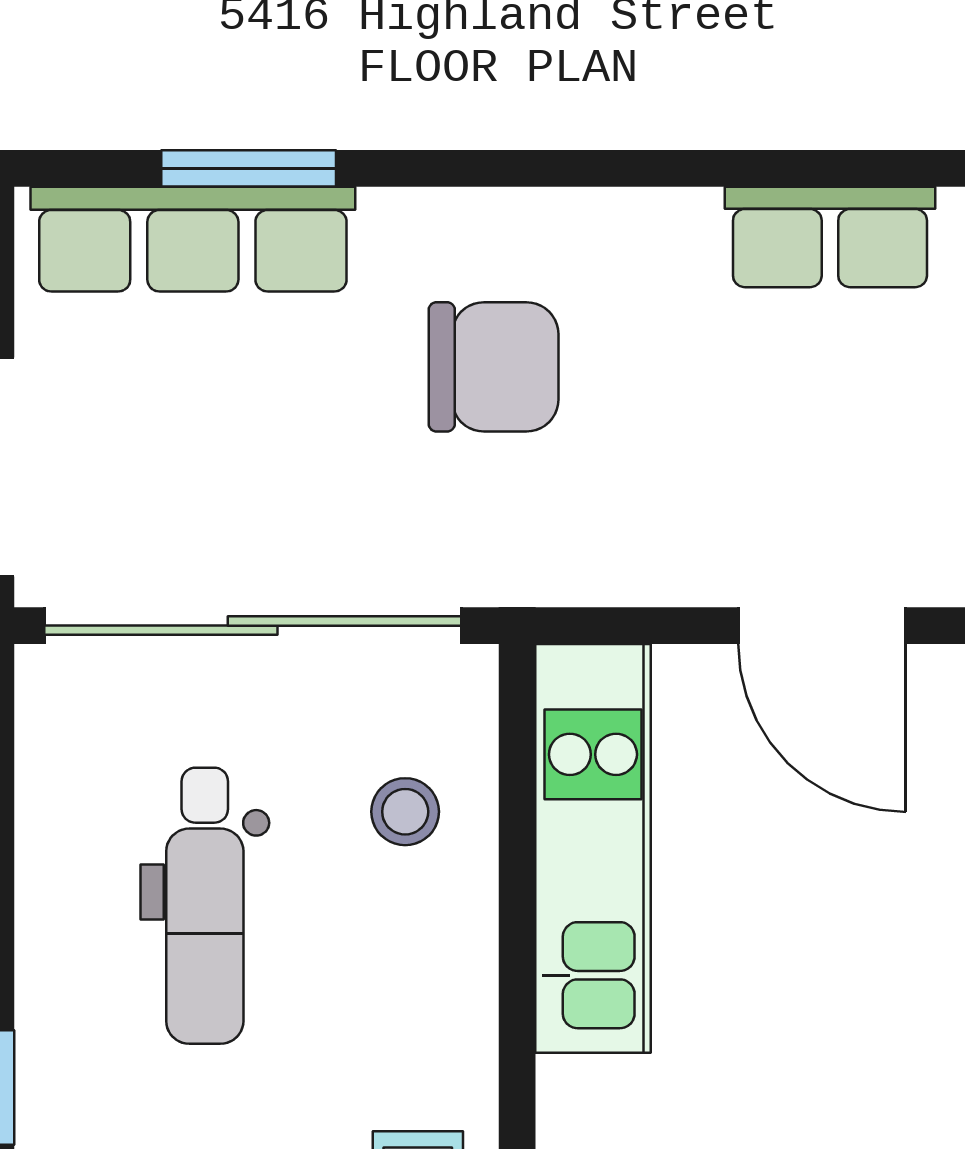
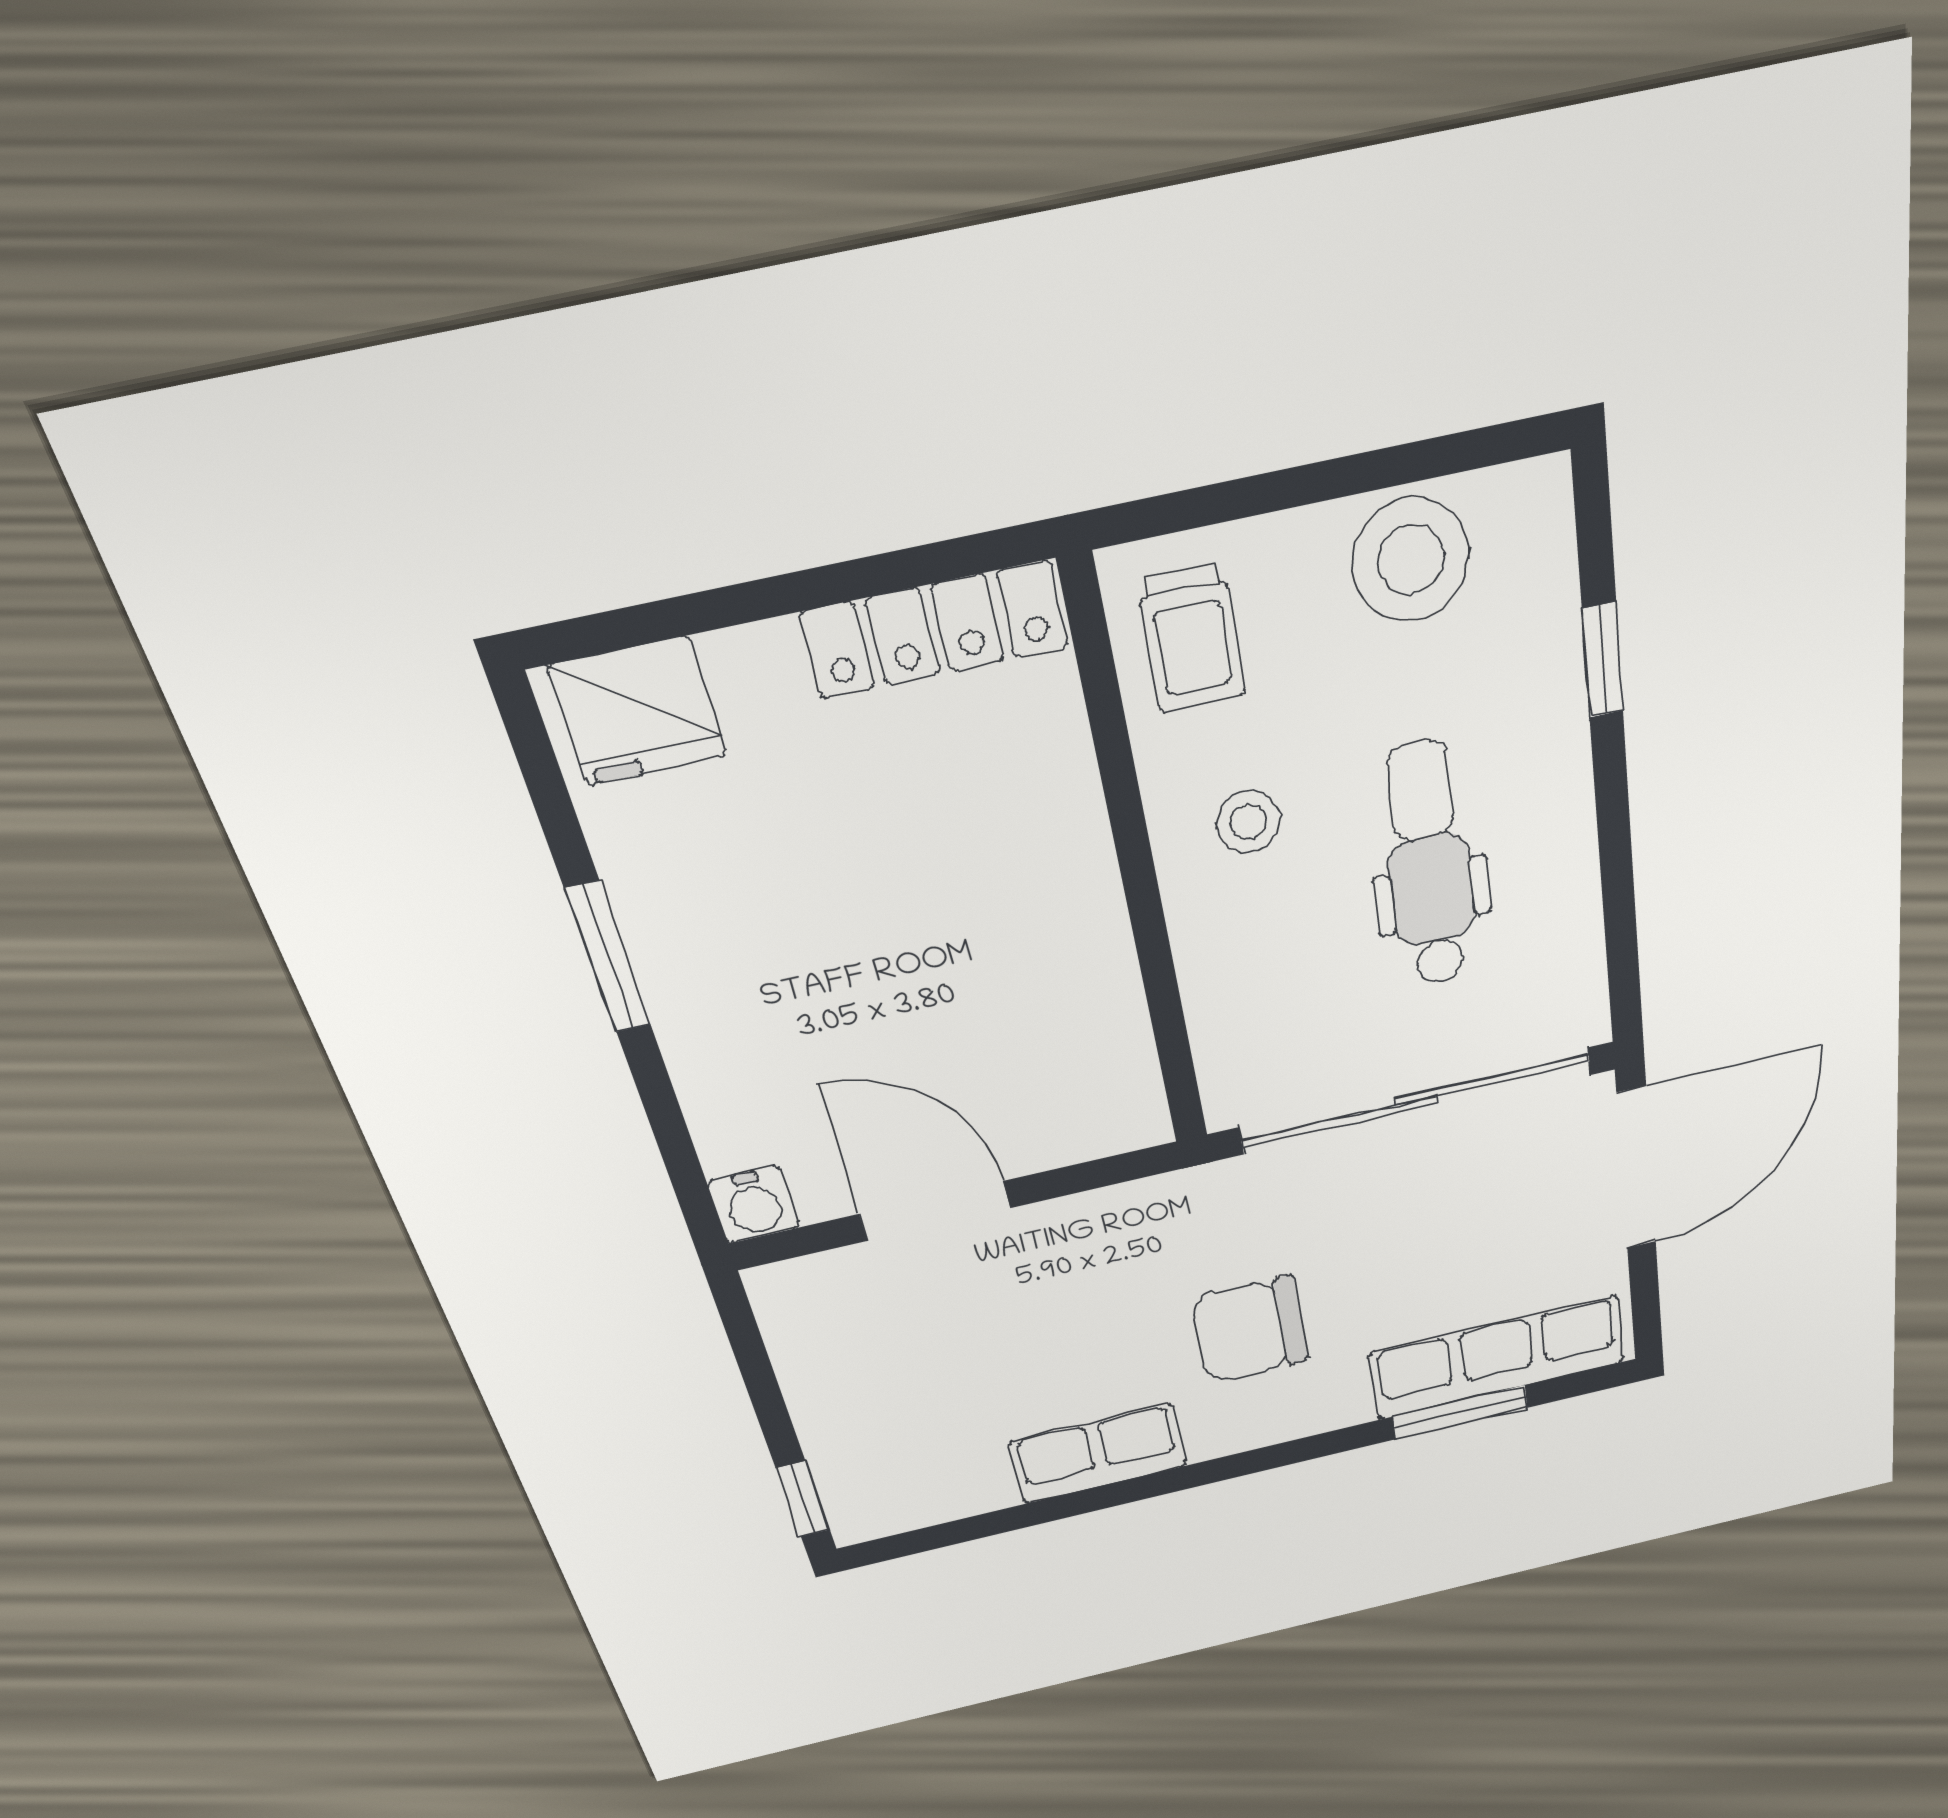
row of seats: (830, 237) -> (1098, 1454), moved
stool: (405, 812) -> (1248, 822), moved
kitchen unit: (593, 848) -> (1091, 991), removed

